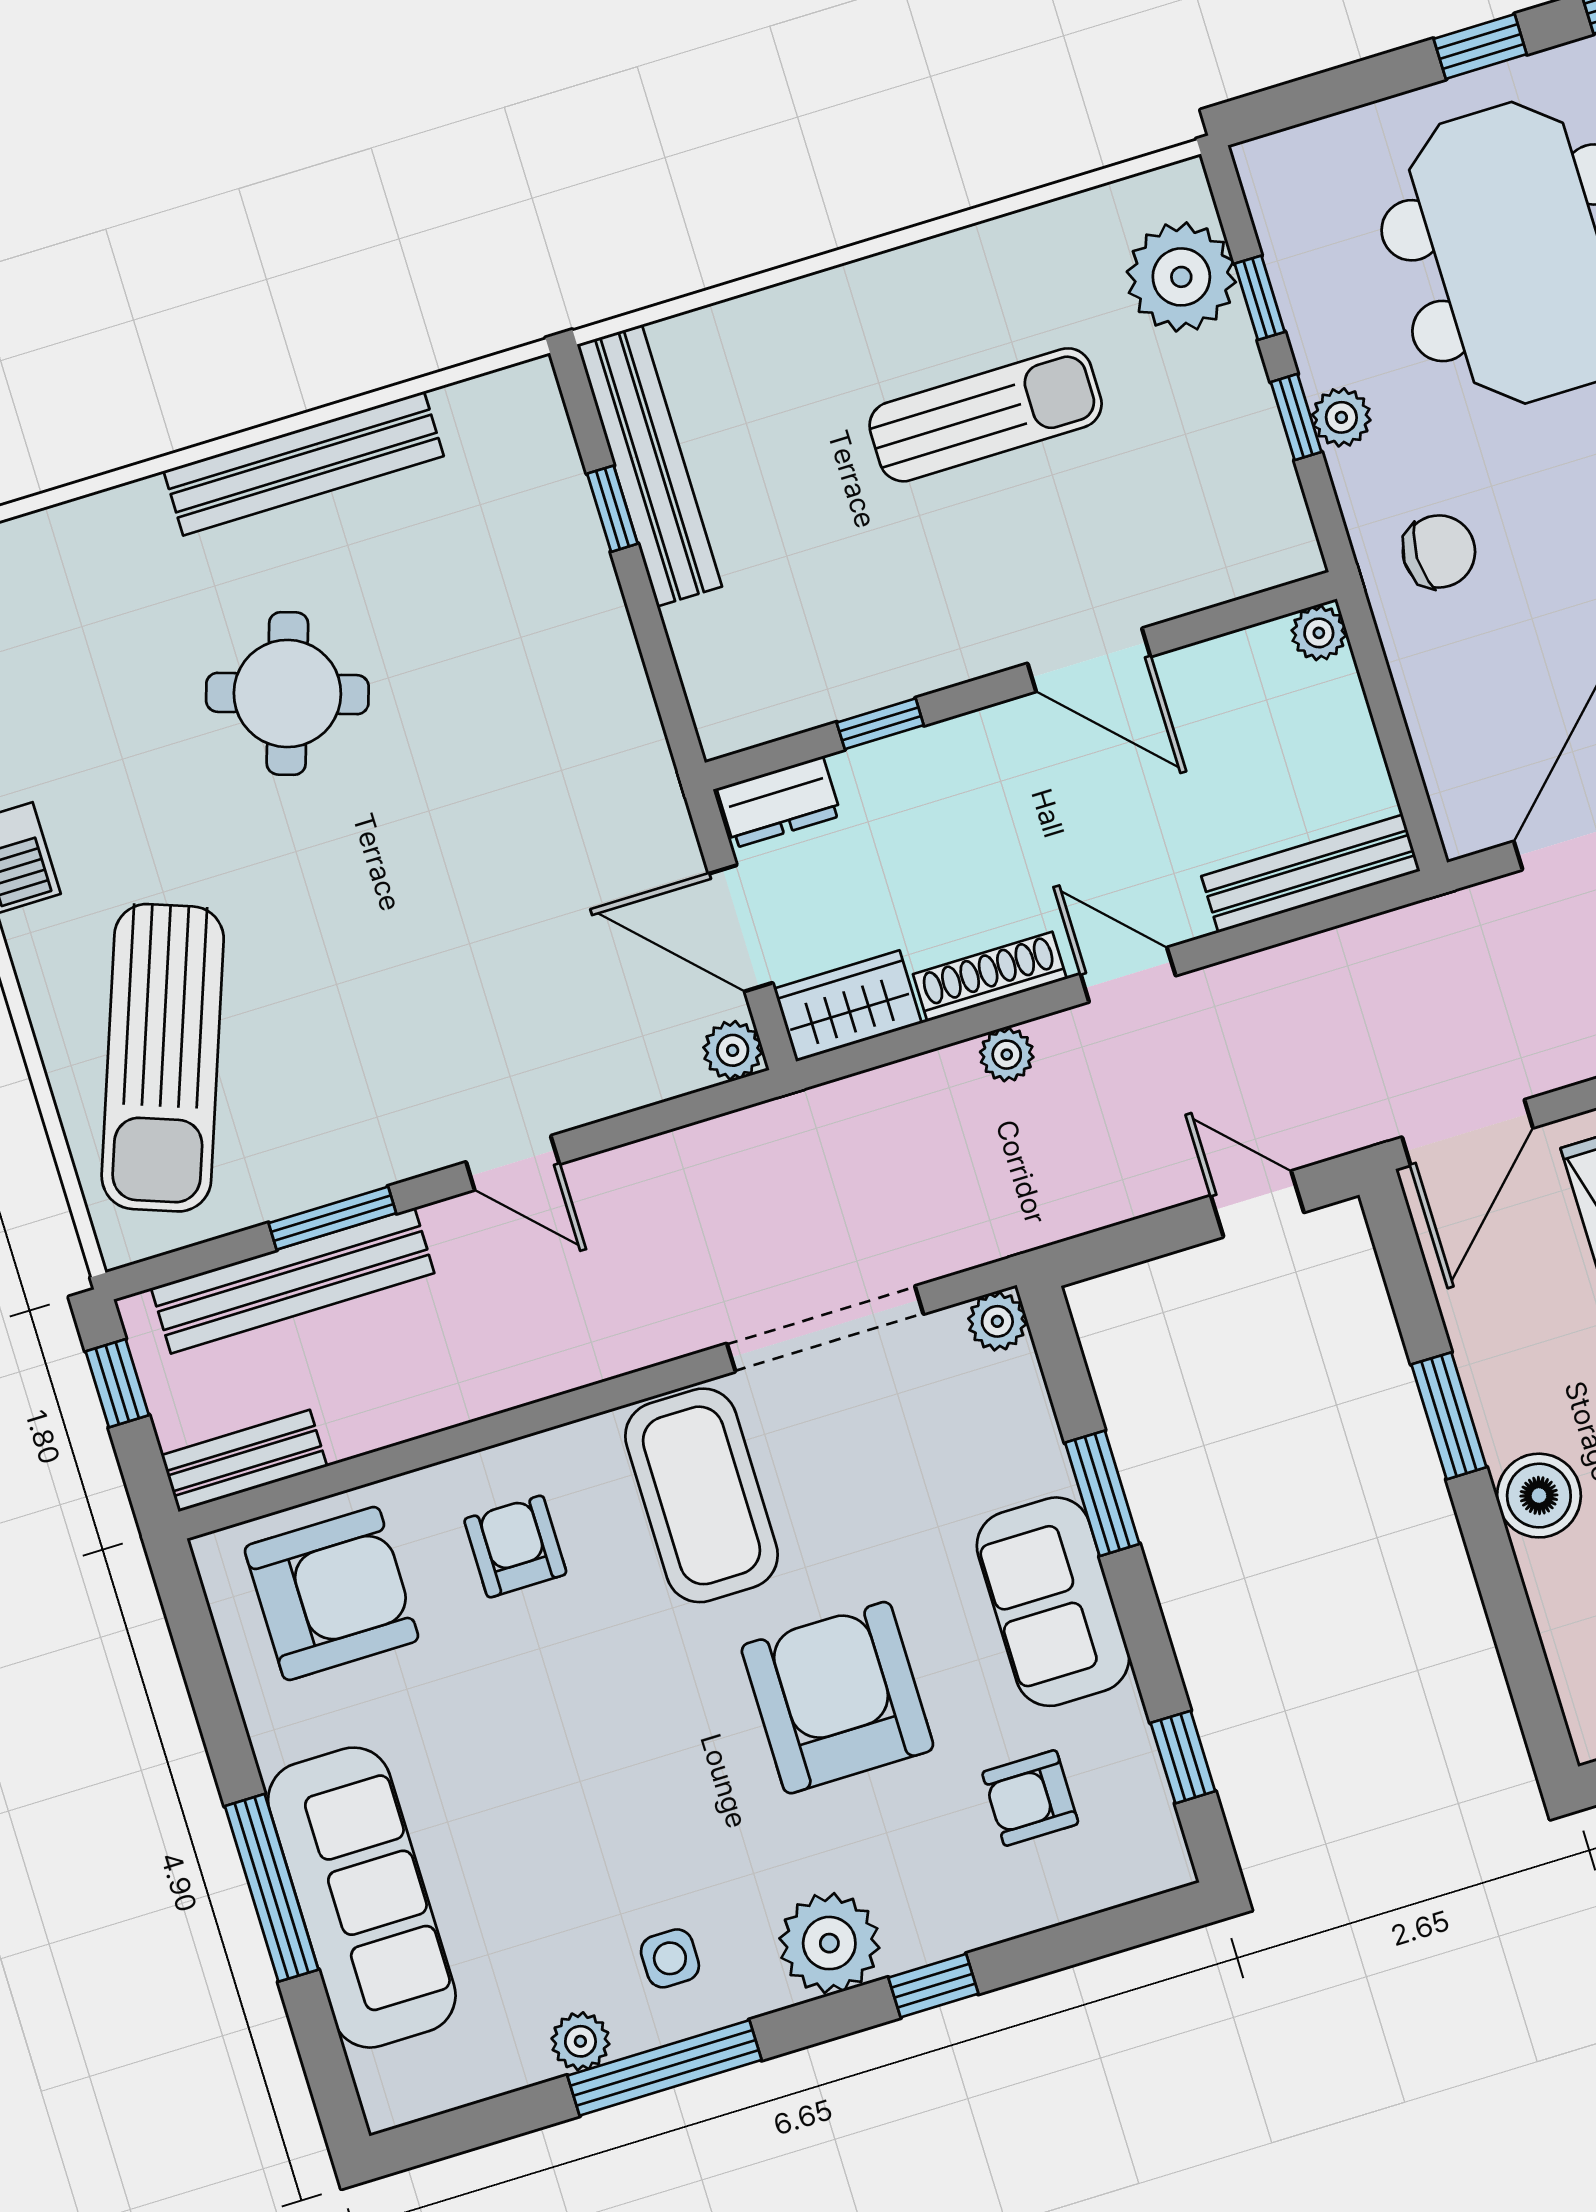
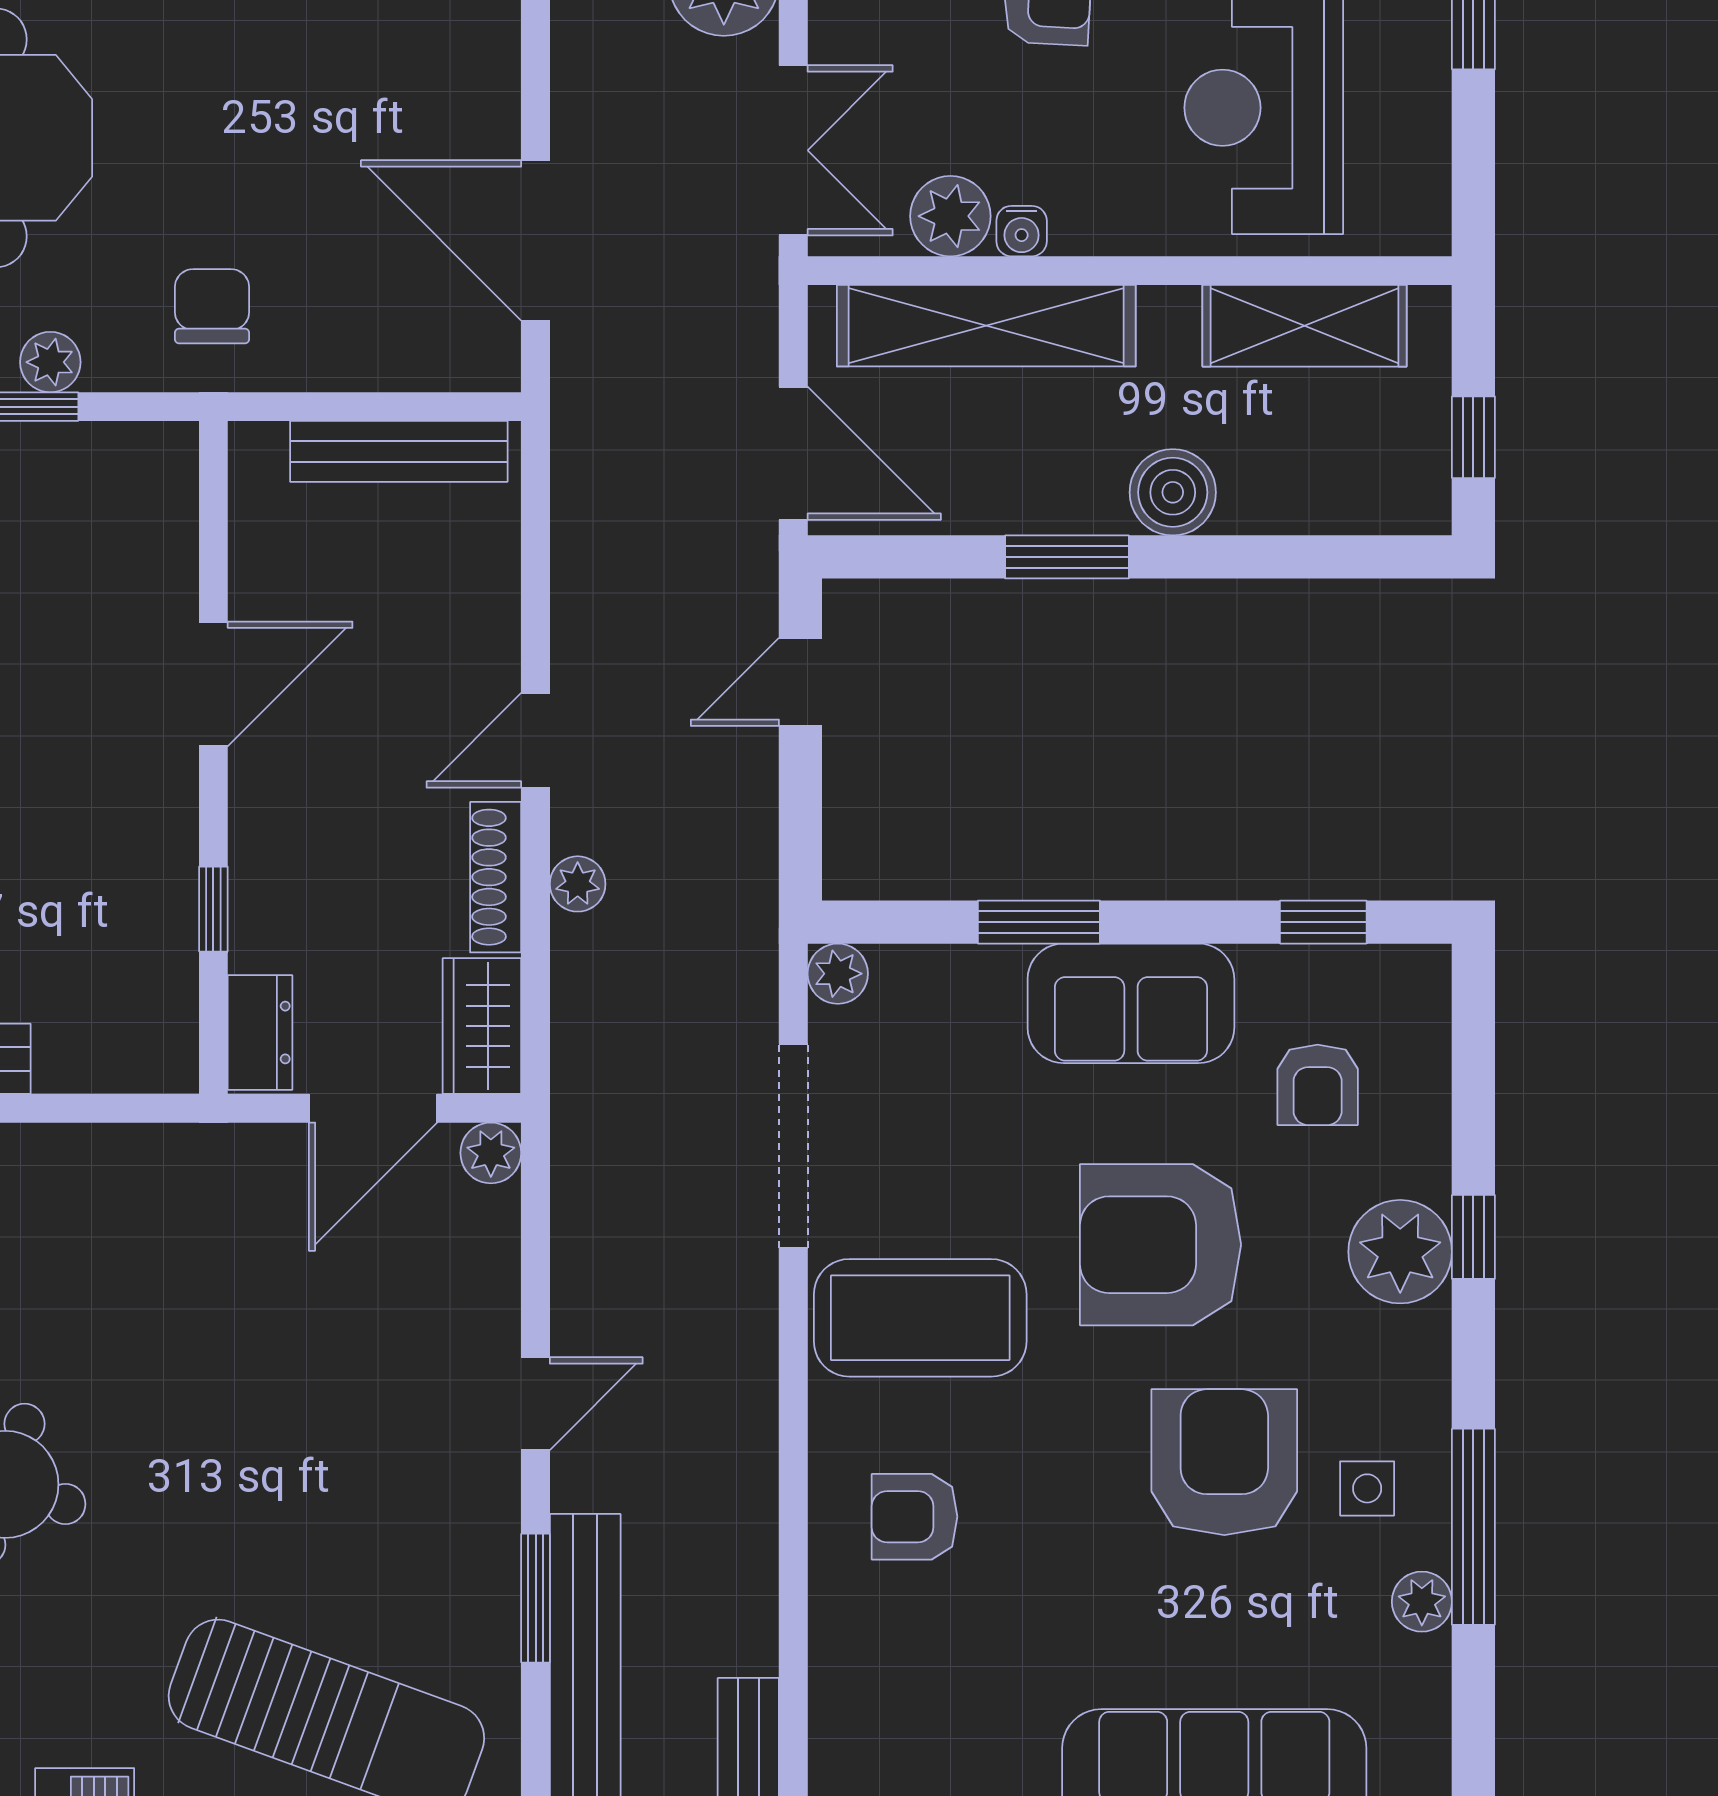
plant: (1319, 633) -> (256, 449), removed
bench: (1311, 874) -> (399, 451), moved, turned 90
armchair: (331, 1593) -> (1224, 1462), moved
plant: (829, 1943) -> (1400, 1252), moved

